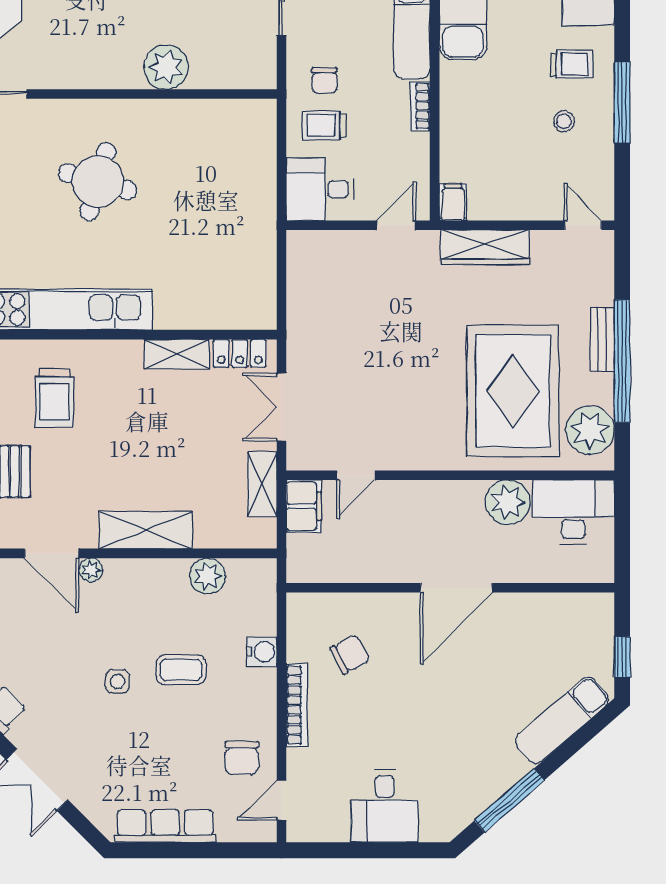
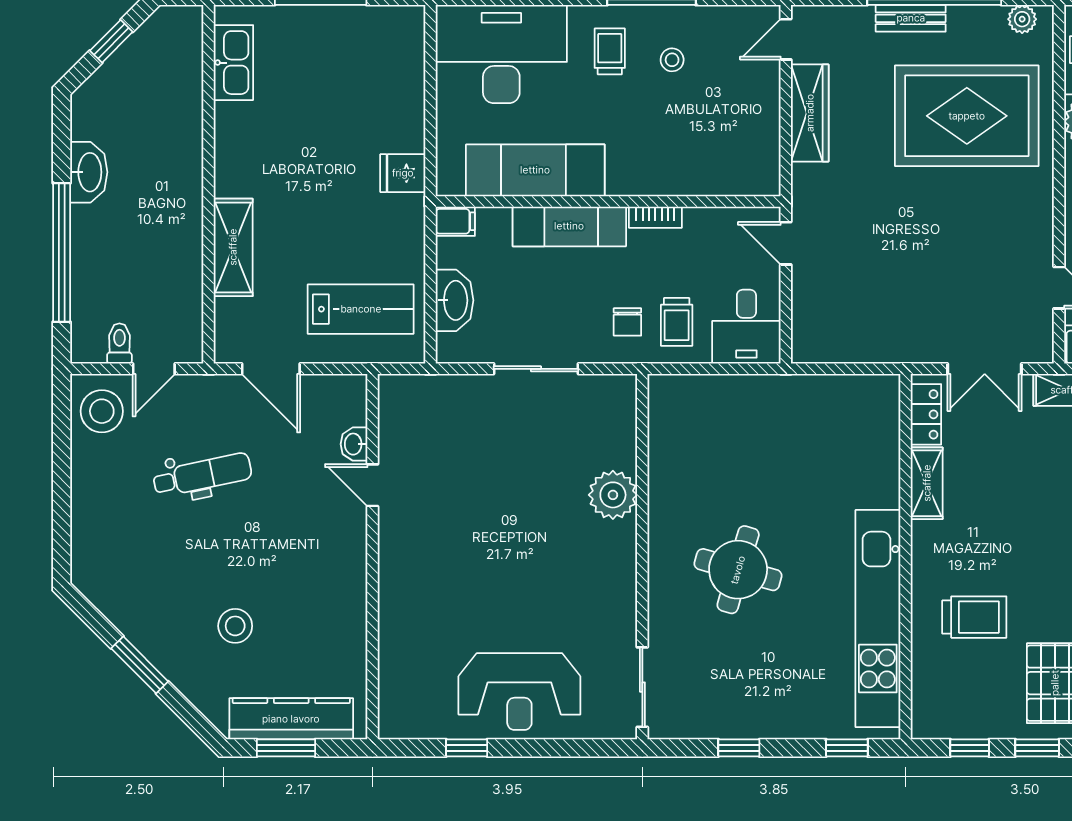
chair: (324, 80) -> (627, 322), turned 91
filing cabinet: (453, 202) -> (761, 181), removed
wardrobe: (485, 247) -> (810, 113), moved
plant: (590, 430) -> (1022, 19), width x0.53, depth x0.53

